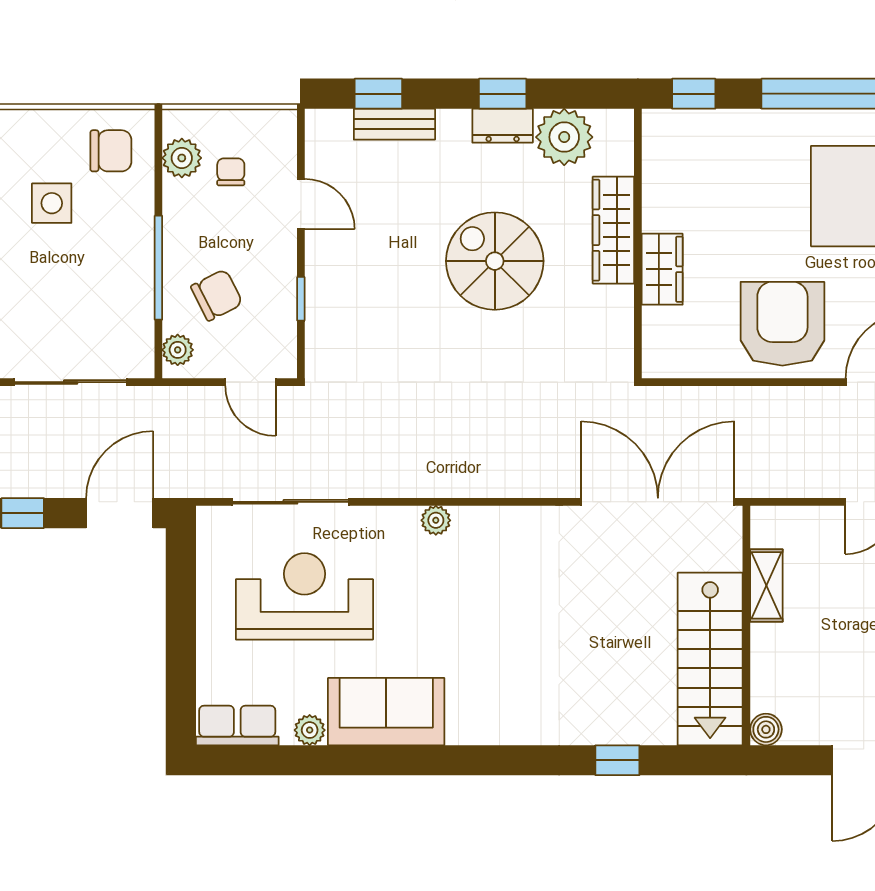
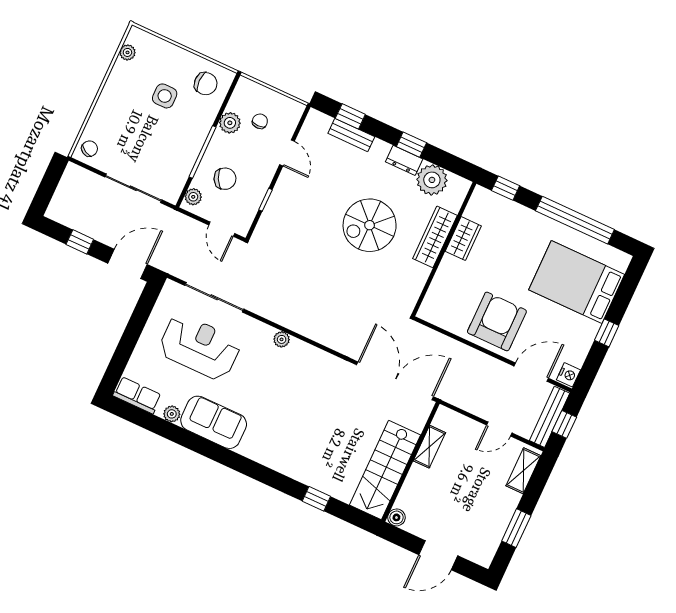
plant: (182, 158) -> (230, 123), moved
spiral stairs: (495, 261) -> (370, 225), turned -90
wardrobe: (662, 269) -> (463, 239), moved

